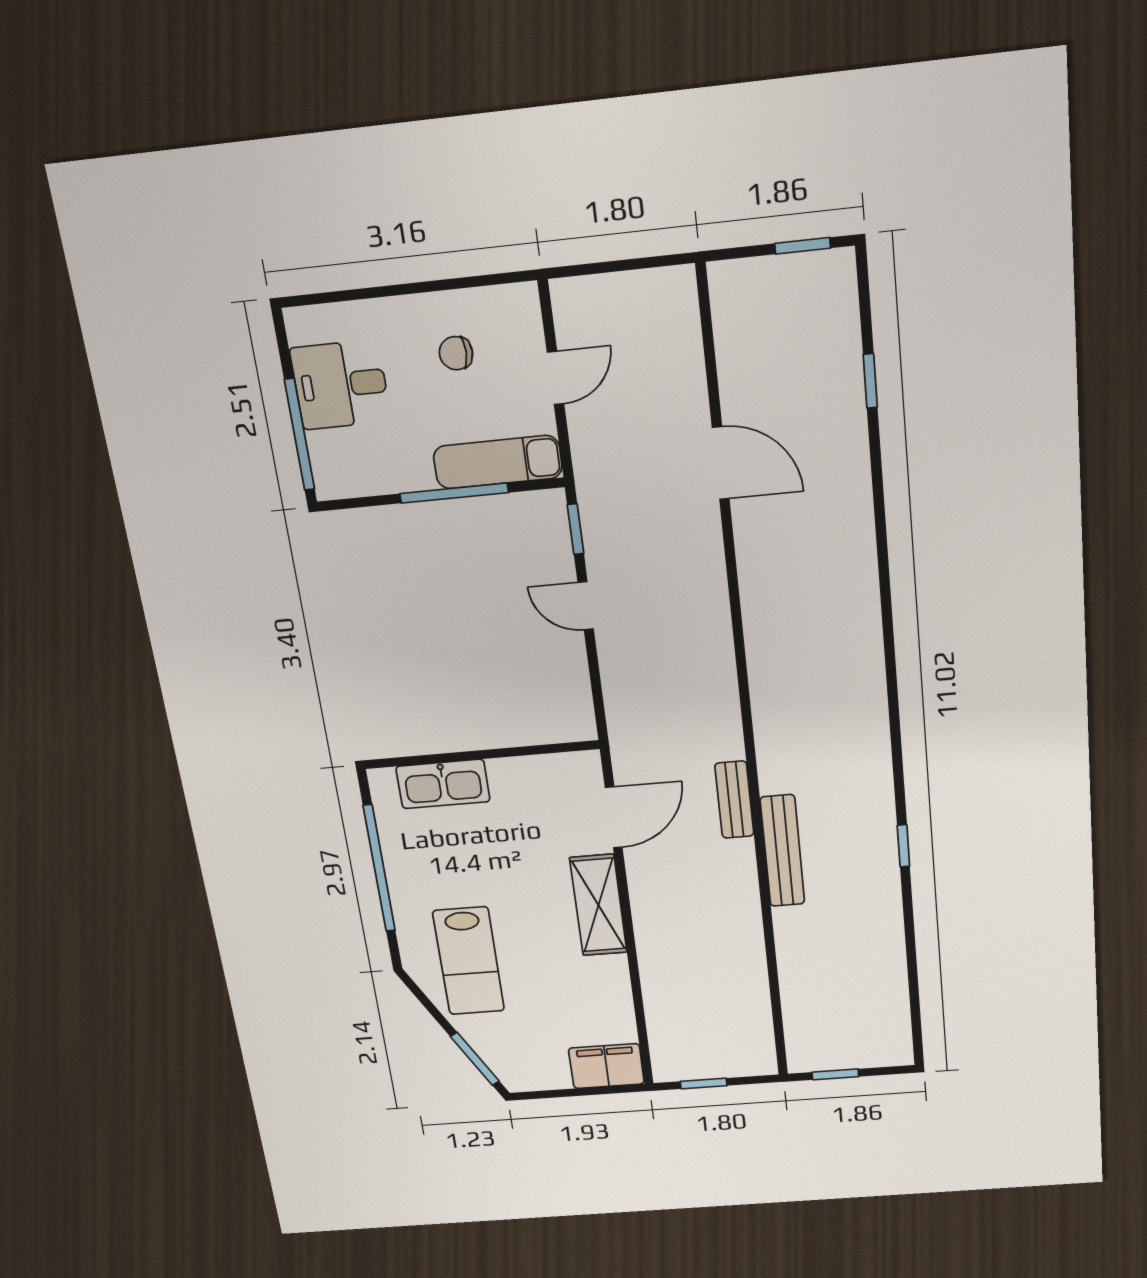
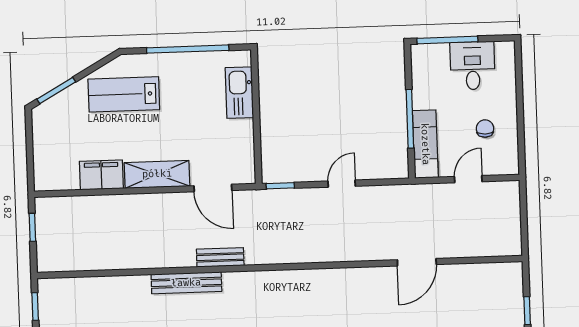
door: (556, 378) -> (468, 179), swing flipped
window: (576, 529) -> (280, 186), moved
filing cabinet: (606, 1066) -> (101, 175), moved, turned -90

